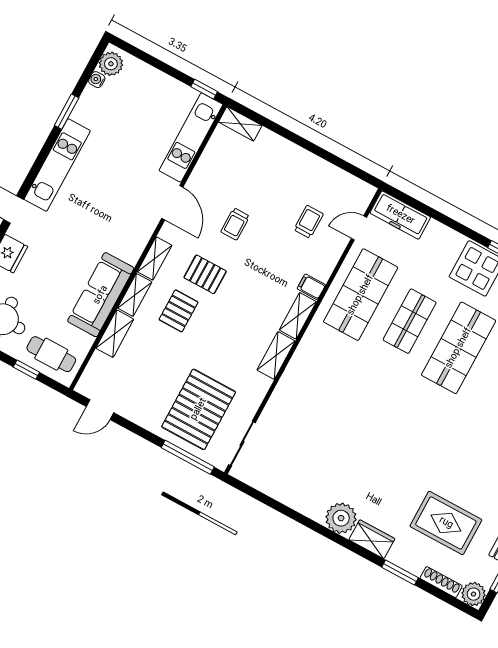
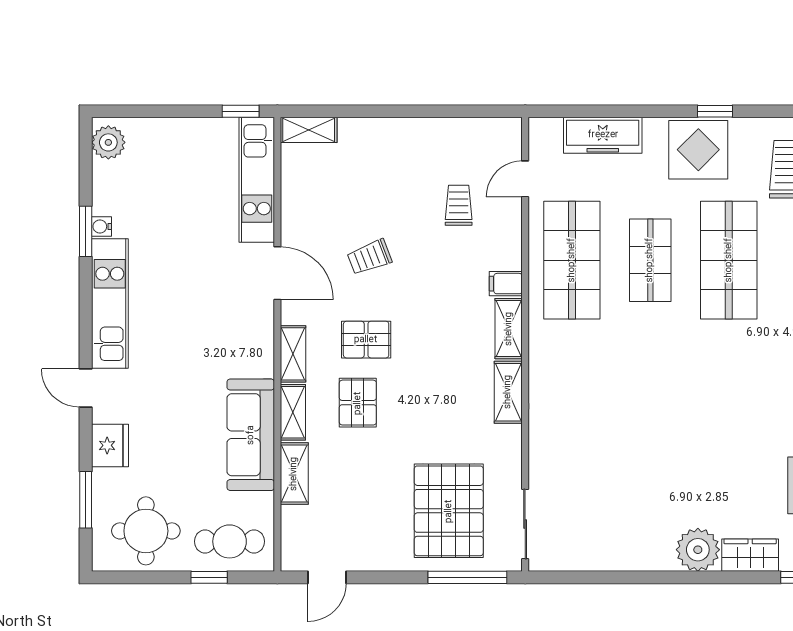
water cooler: (97, 80) -> (101, 226), moved
freezer: (400, 215) -> (603, 135), moved
trolley: (235, 224) -> (369, 257), turned 69

